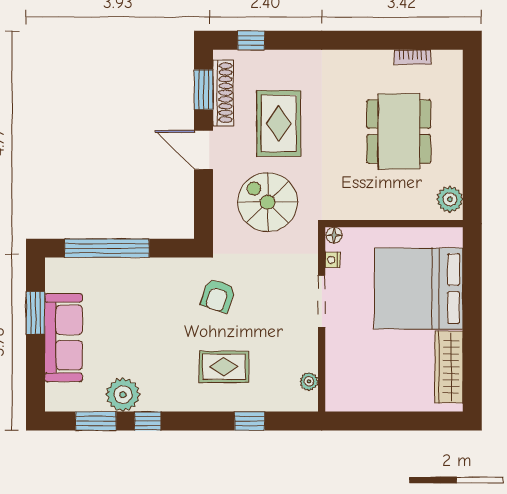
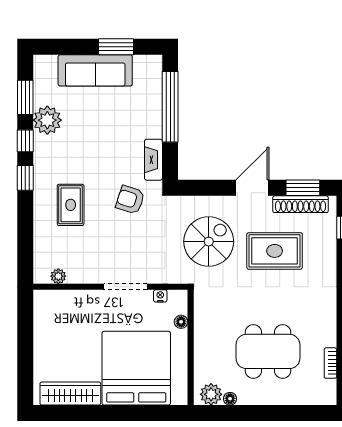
floor lamp: (455, 177) -> (230, 399), added
floor lamp: (334, 235) -> (181, 322), moved
fireplace: (170, 268) -> (153, 160), added
window: (250, 421) -> (25, 178), moved

